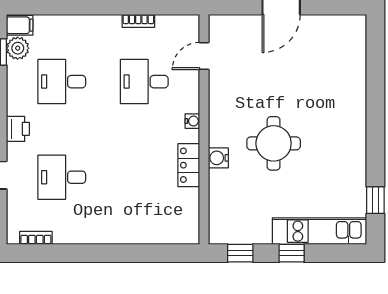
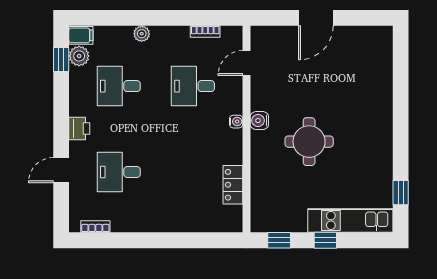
bookcase: (138, 21) -> (205, 32), moved
plant: (87, 23) -> (142, 34), added
water cooler: (218, 158) -> (259, 121), moved
locker: (189, 165) -> (233, 185), moved

